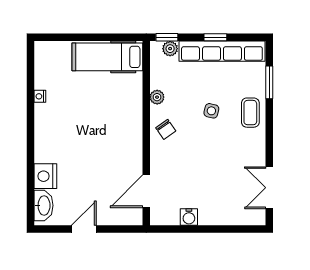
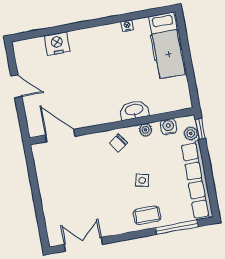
window: (215, 37) -> (208, 172), removed
hospital bed: (107, 57) -> (167, 45), moved, turned 180
window: (269, 82) -> (177, 227), width x1.44
washbasin: (43, 205) -> (134, 110), moved, turned 180
water cooler: (189, 217) -> (169, 127), moved, turned 90

